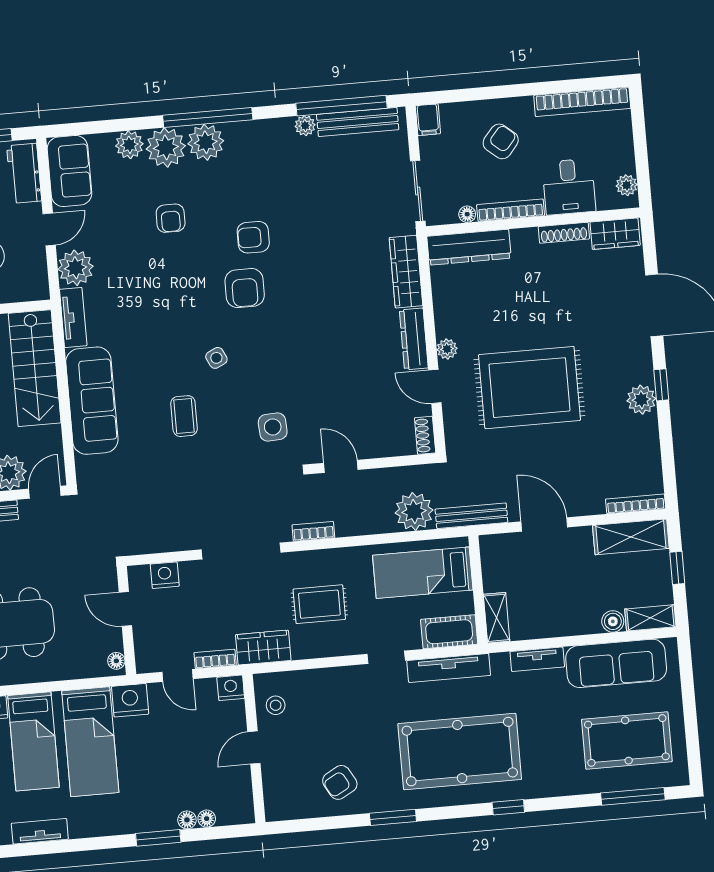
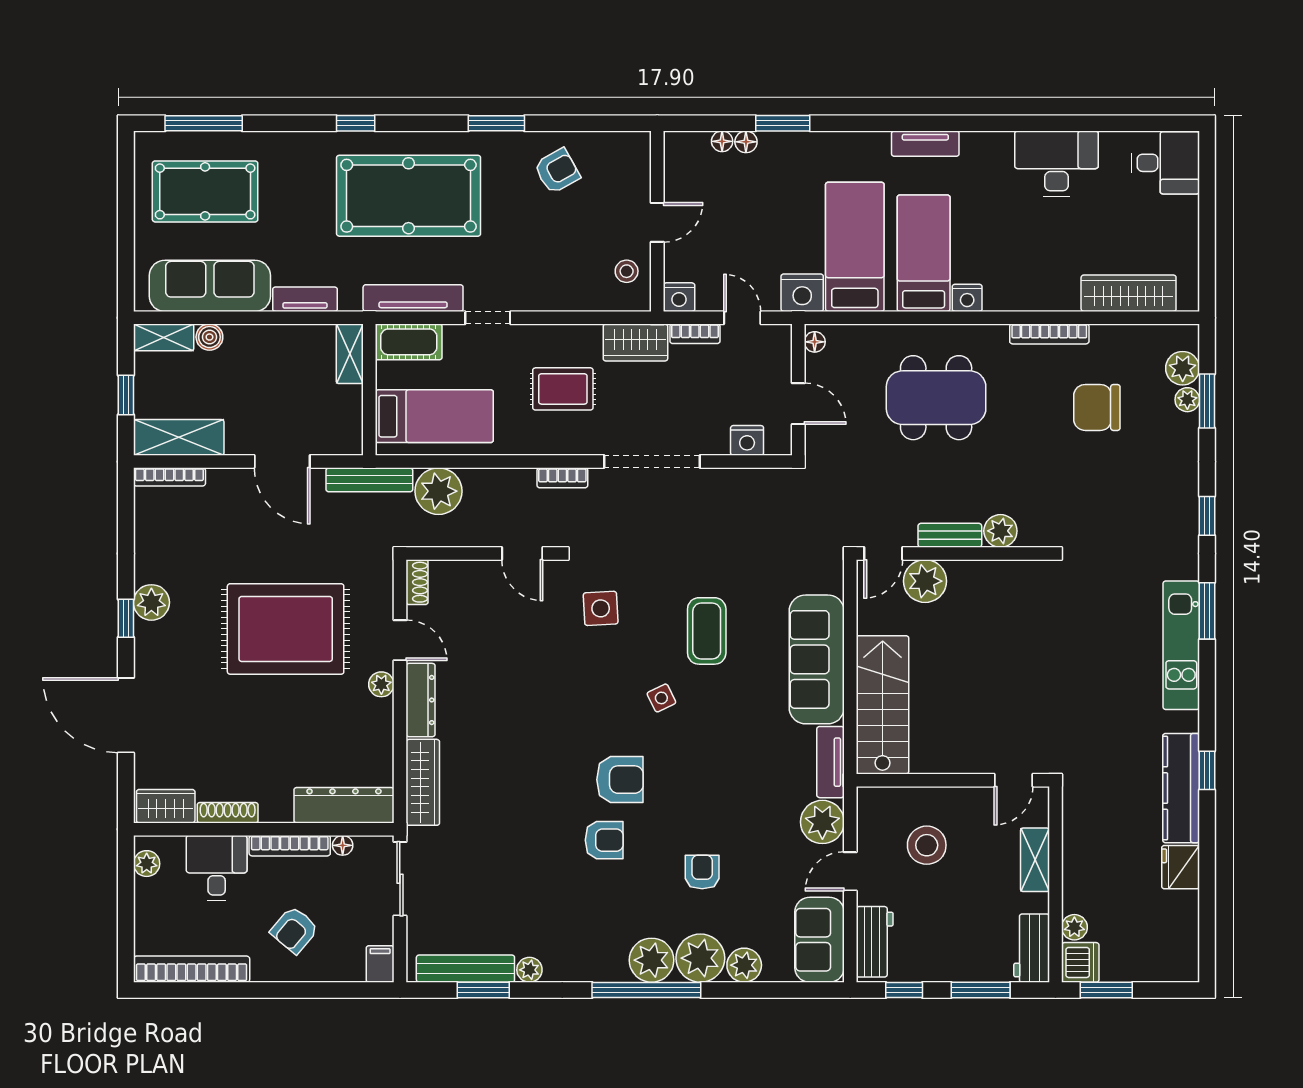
window: (341, 106) -> (483, 990), width x0.47
armchair: (245, 288) -> (620, 780), turned 90
coffee table: (184, 416) -> (707, 631), width x1.36, depth x1.30

